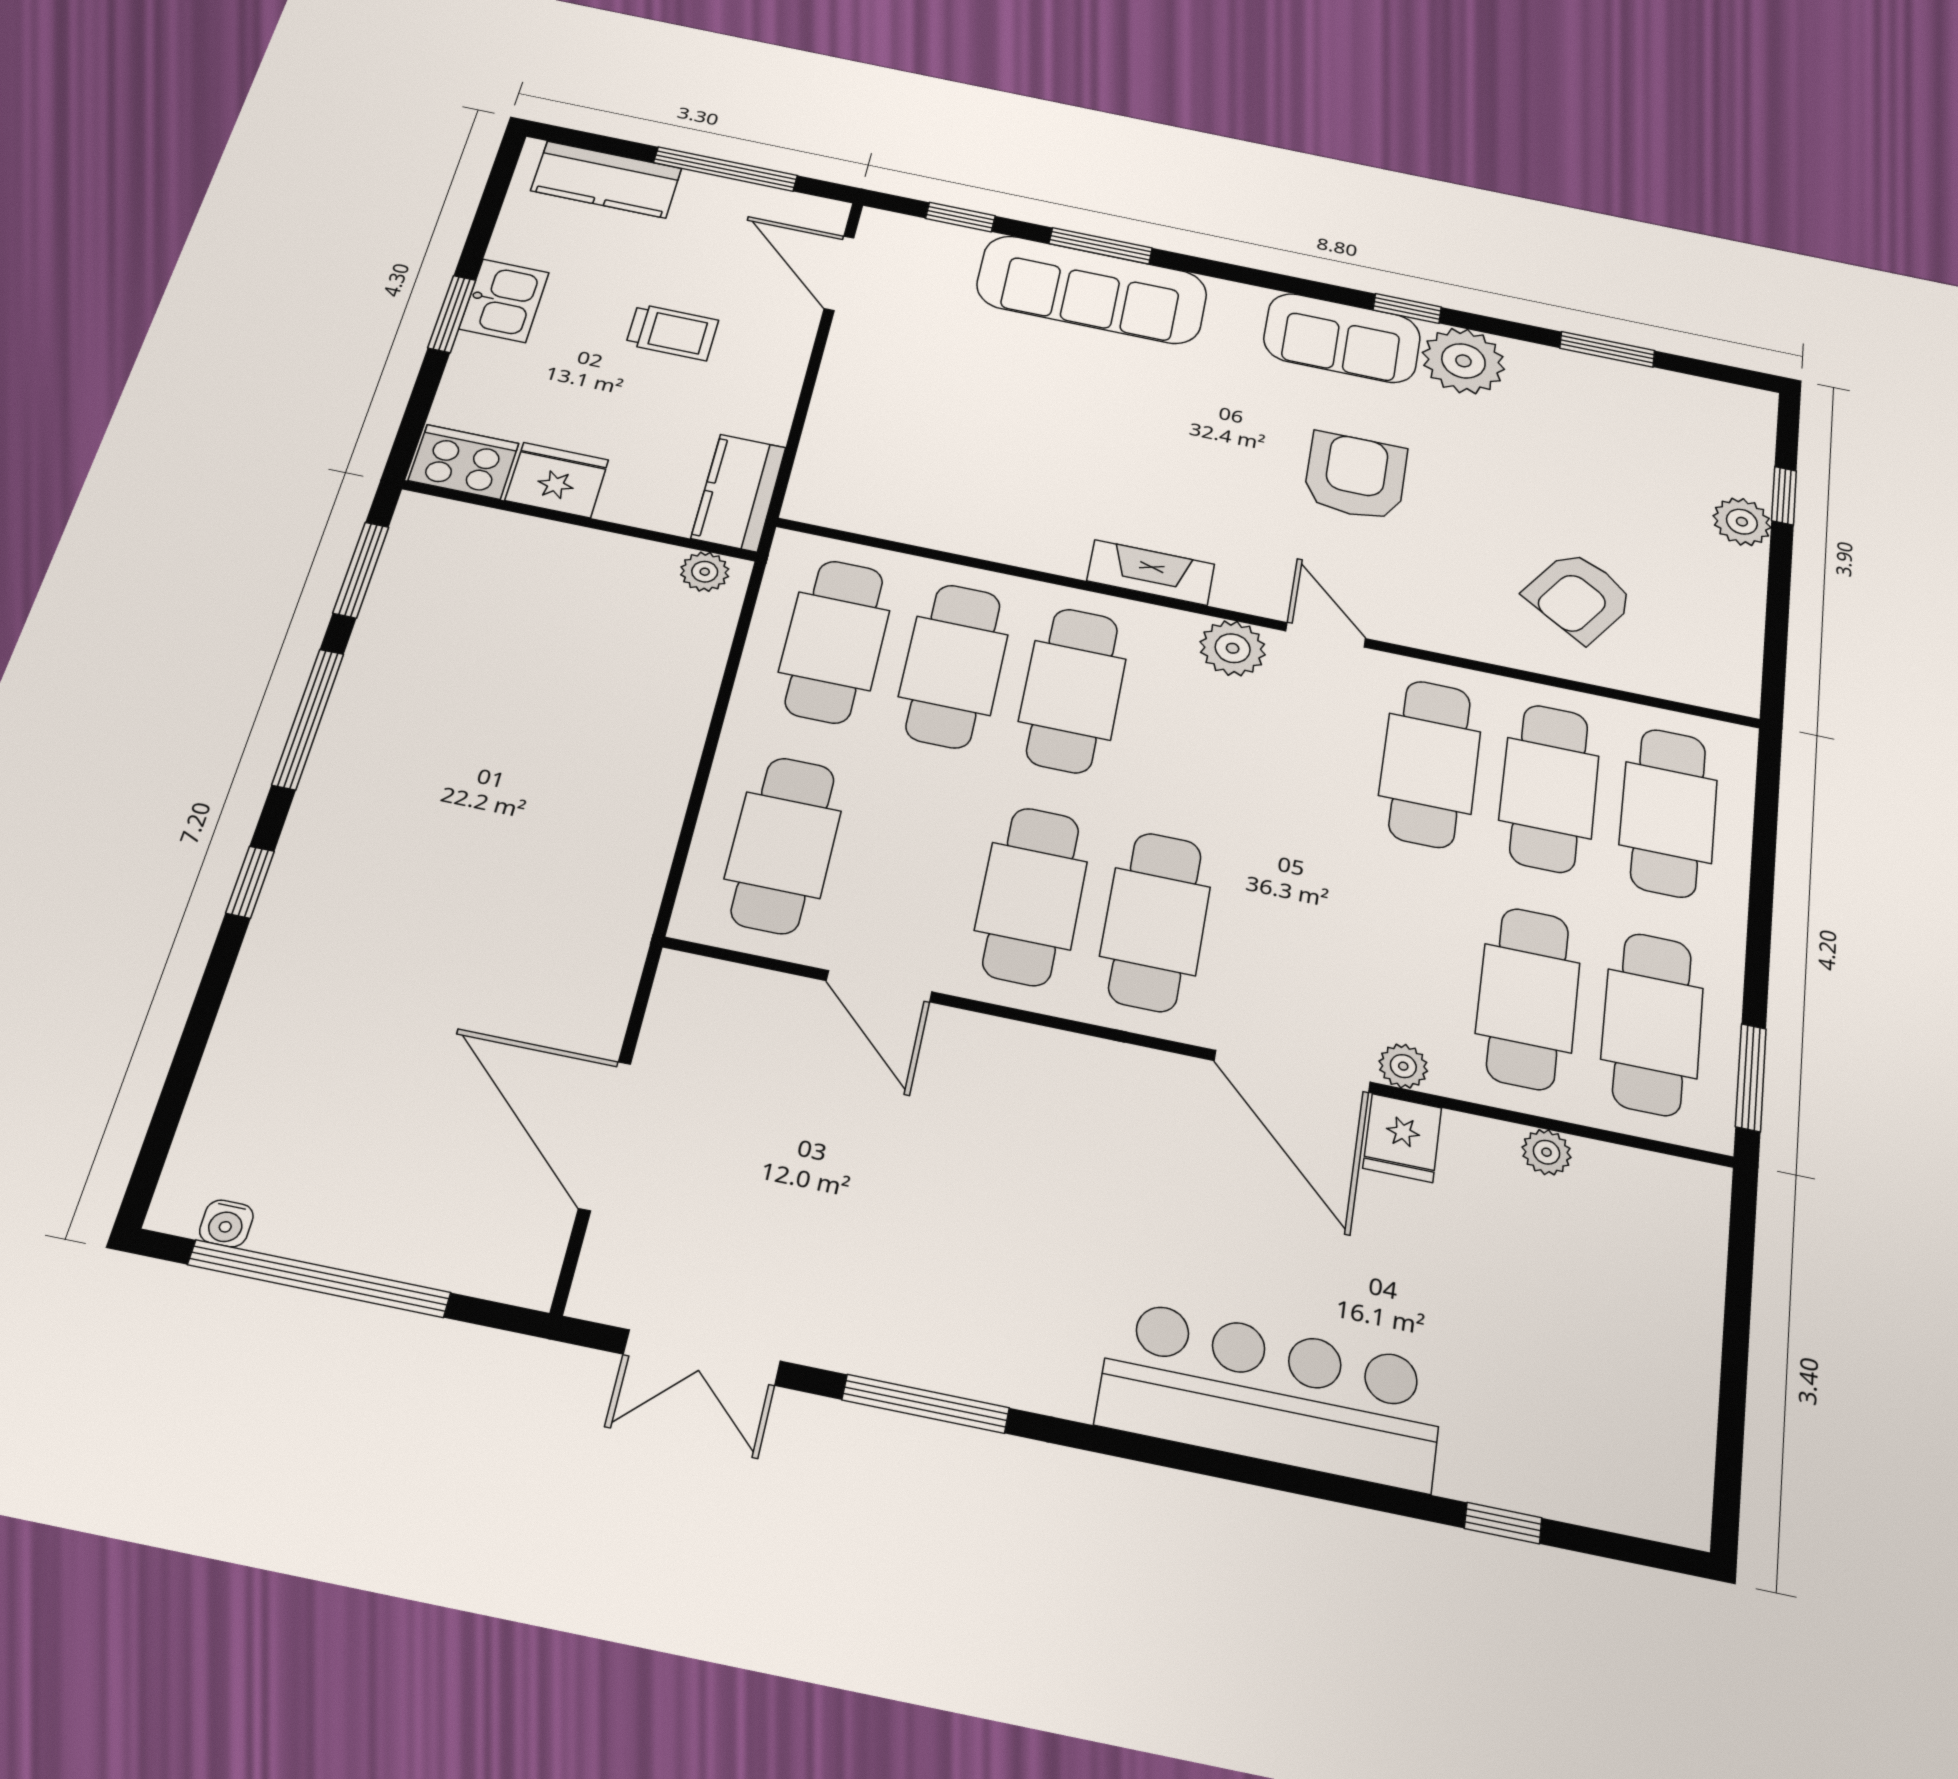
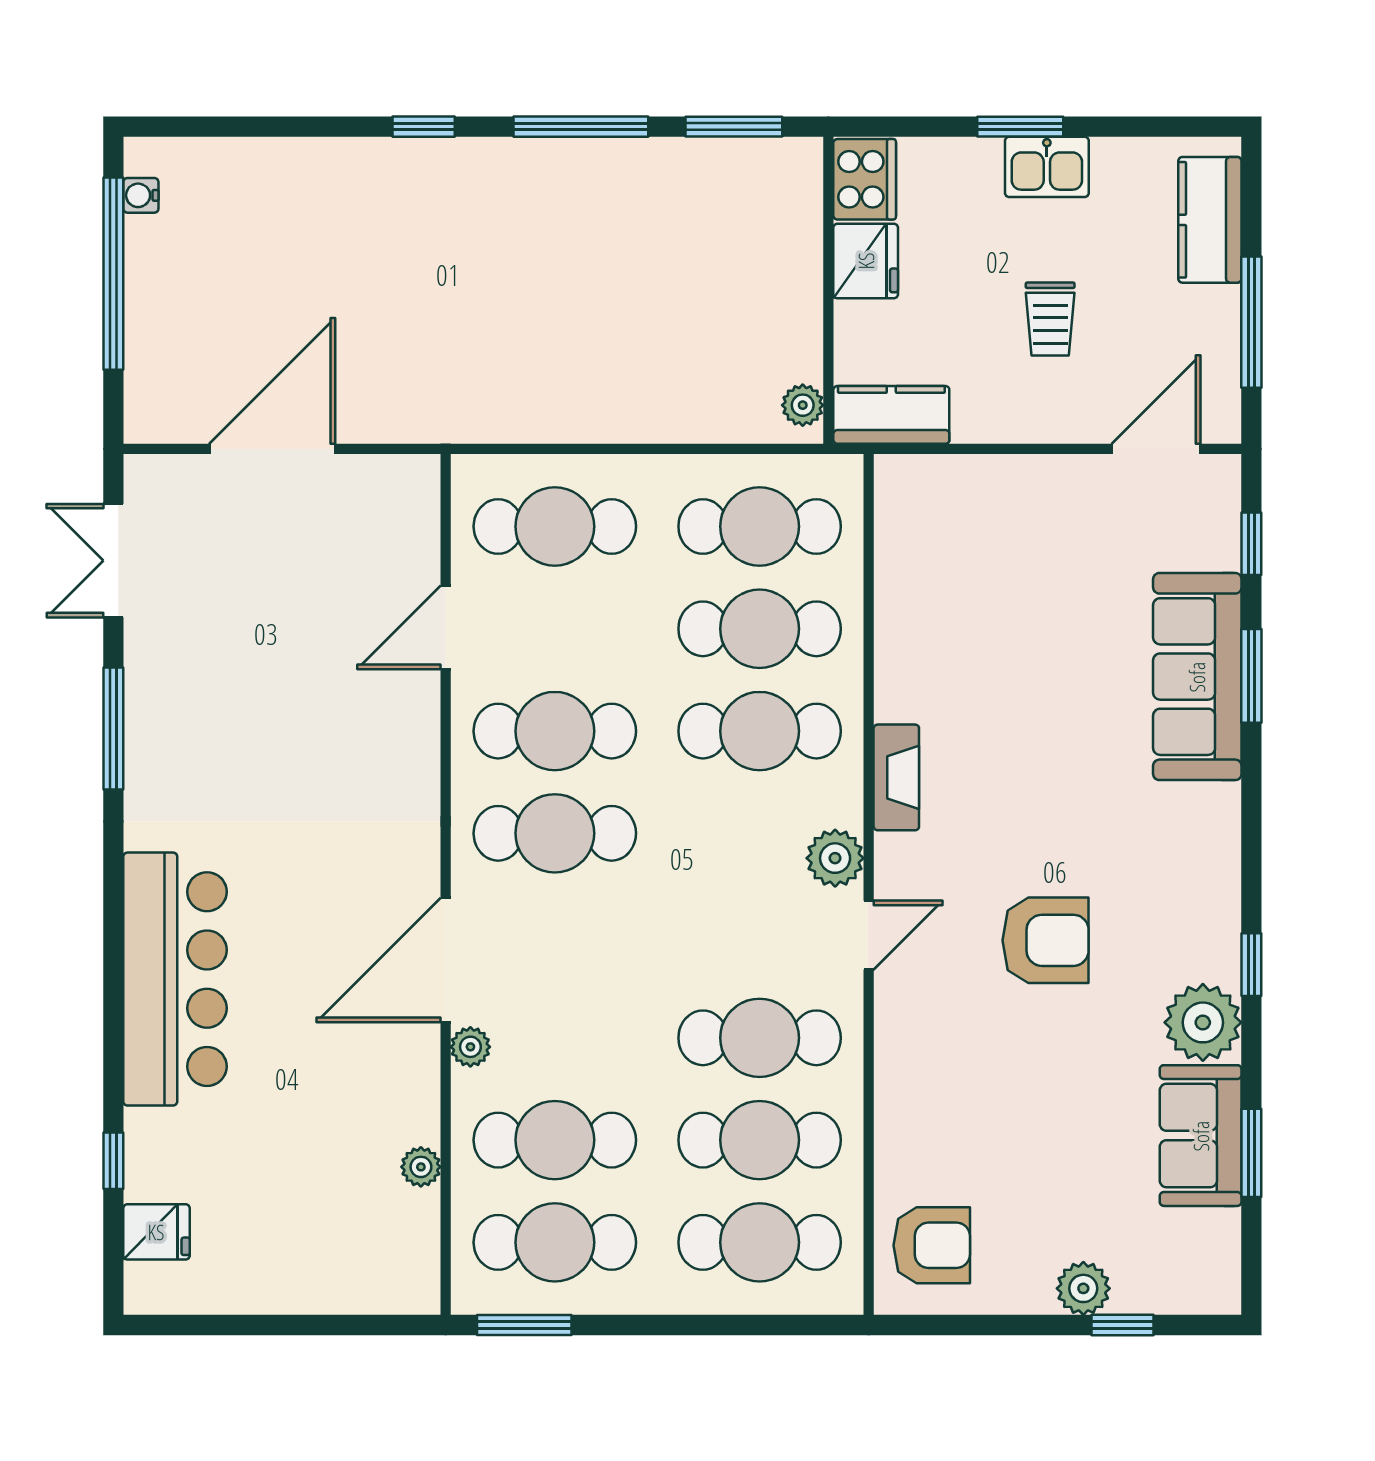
sofa: (1342, 338) -> (1201, 1136), moved
armchair: (1579, 597) -> (932, 1245), moved, turned 146
fridge: (1402, 1138) -> (156, 1232), moved, turned 180

